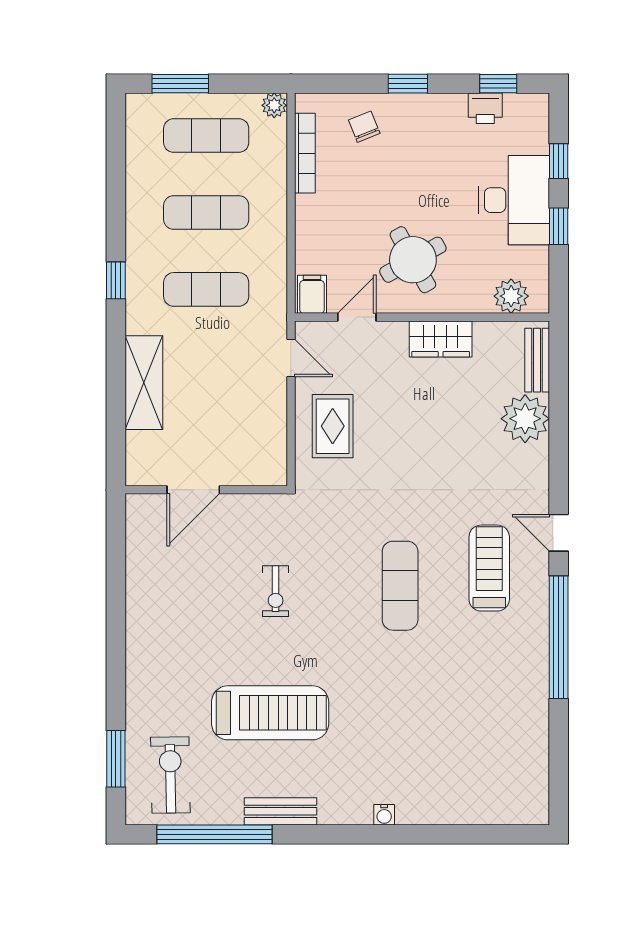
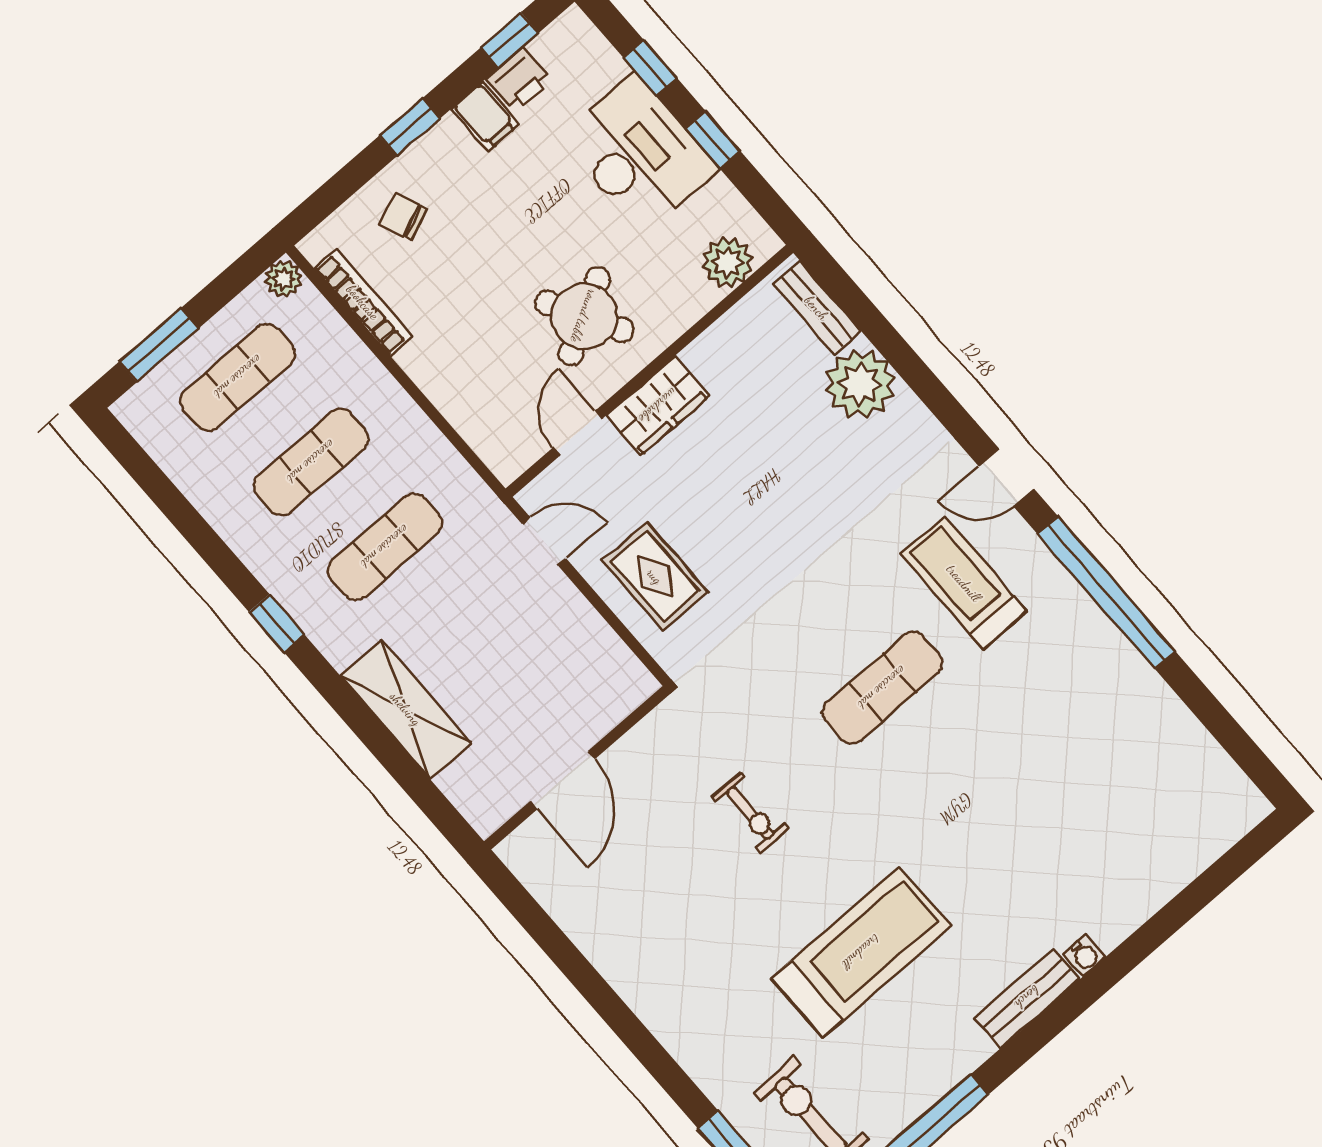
filing cabinet: (312, 294) -> (485, 116), moved, turned 180
wardrobe: (441, 339) -> (658, 406), moved
exercise mat: (400, 586) -> (882, 688), turned 90
bench: (280, 811) -> (1027, 998), moved

